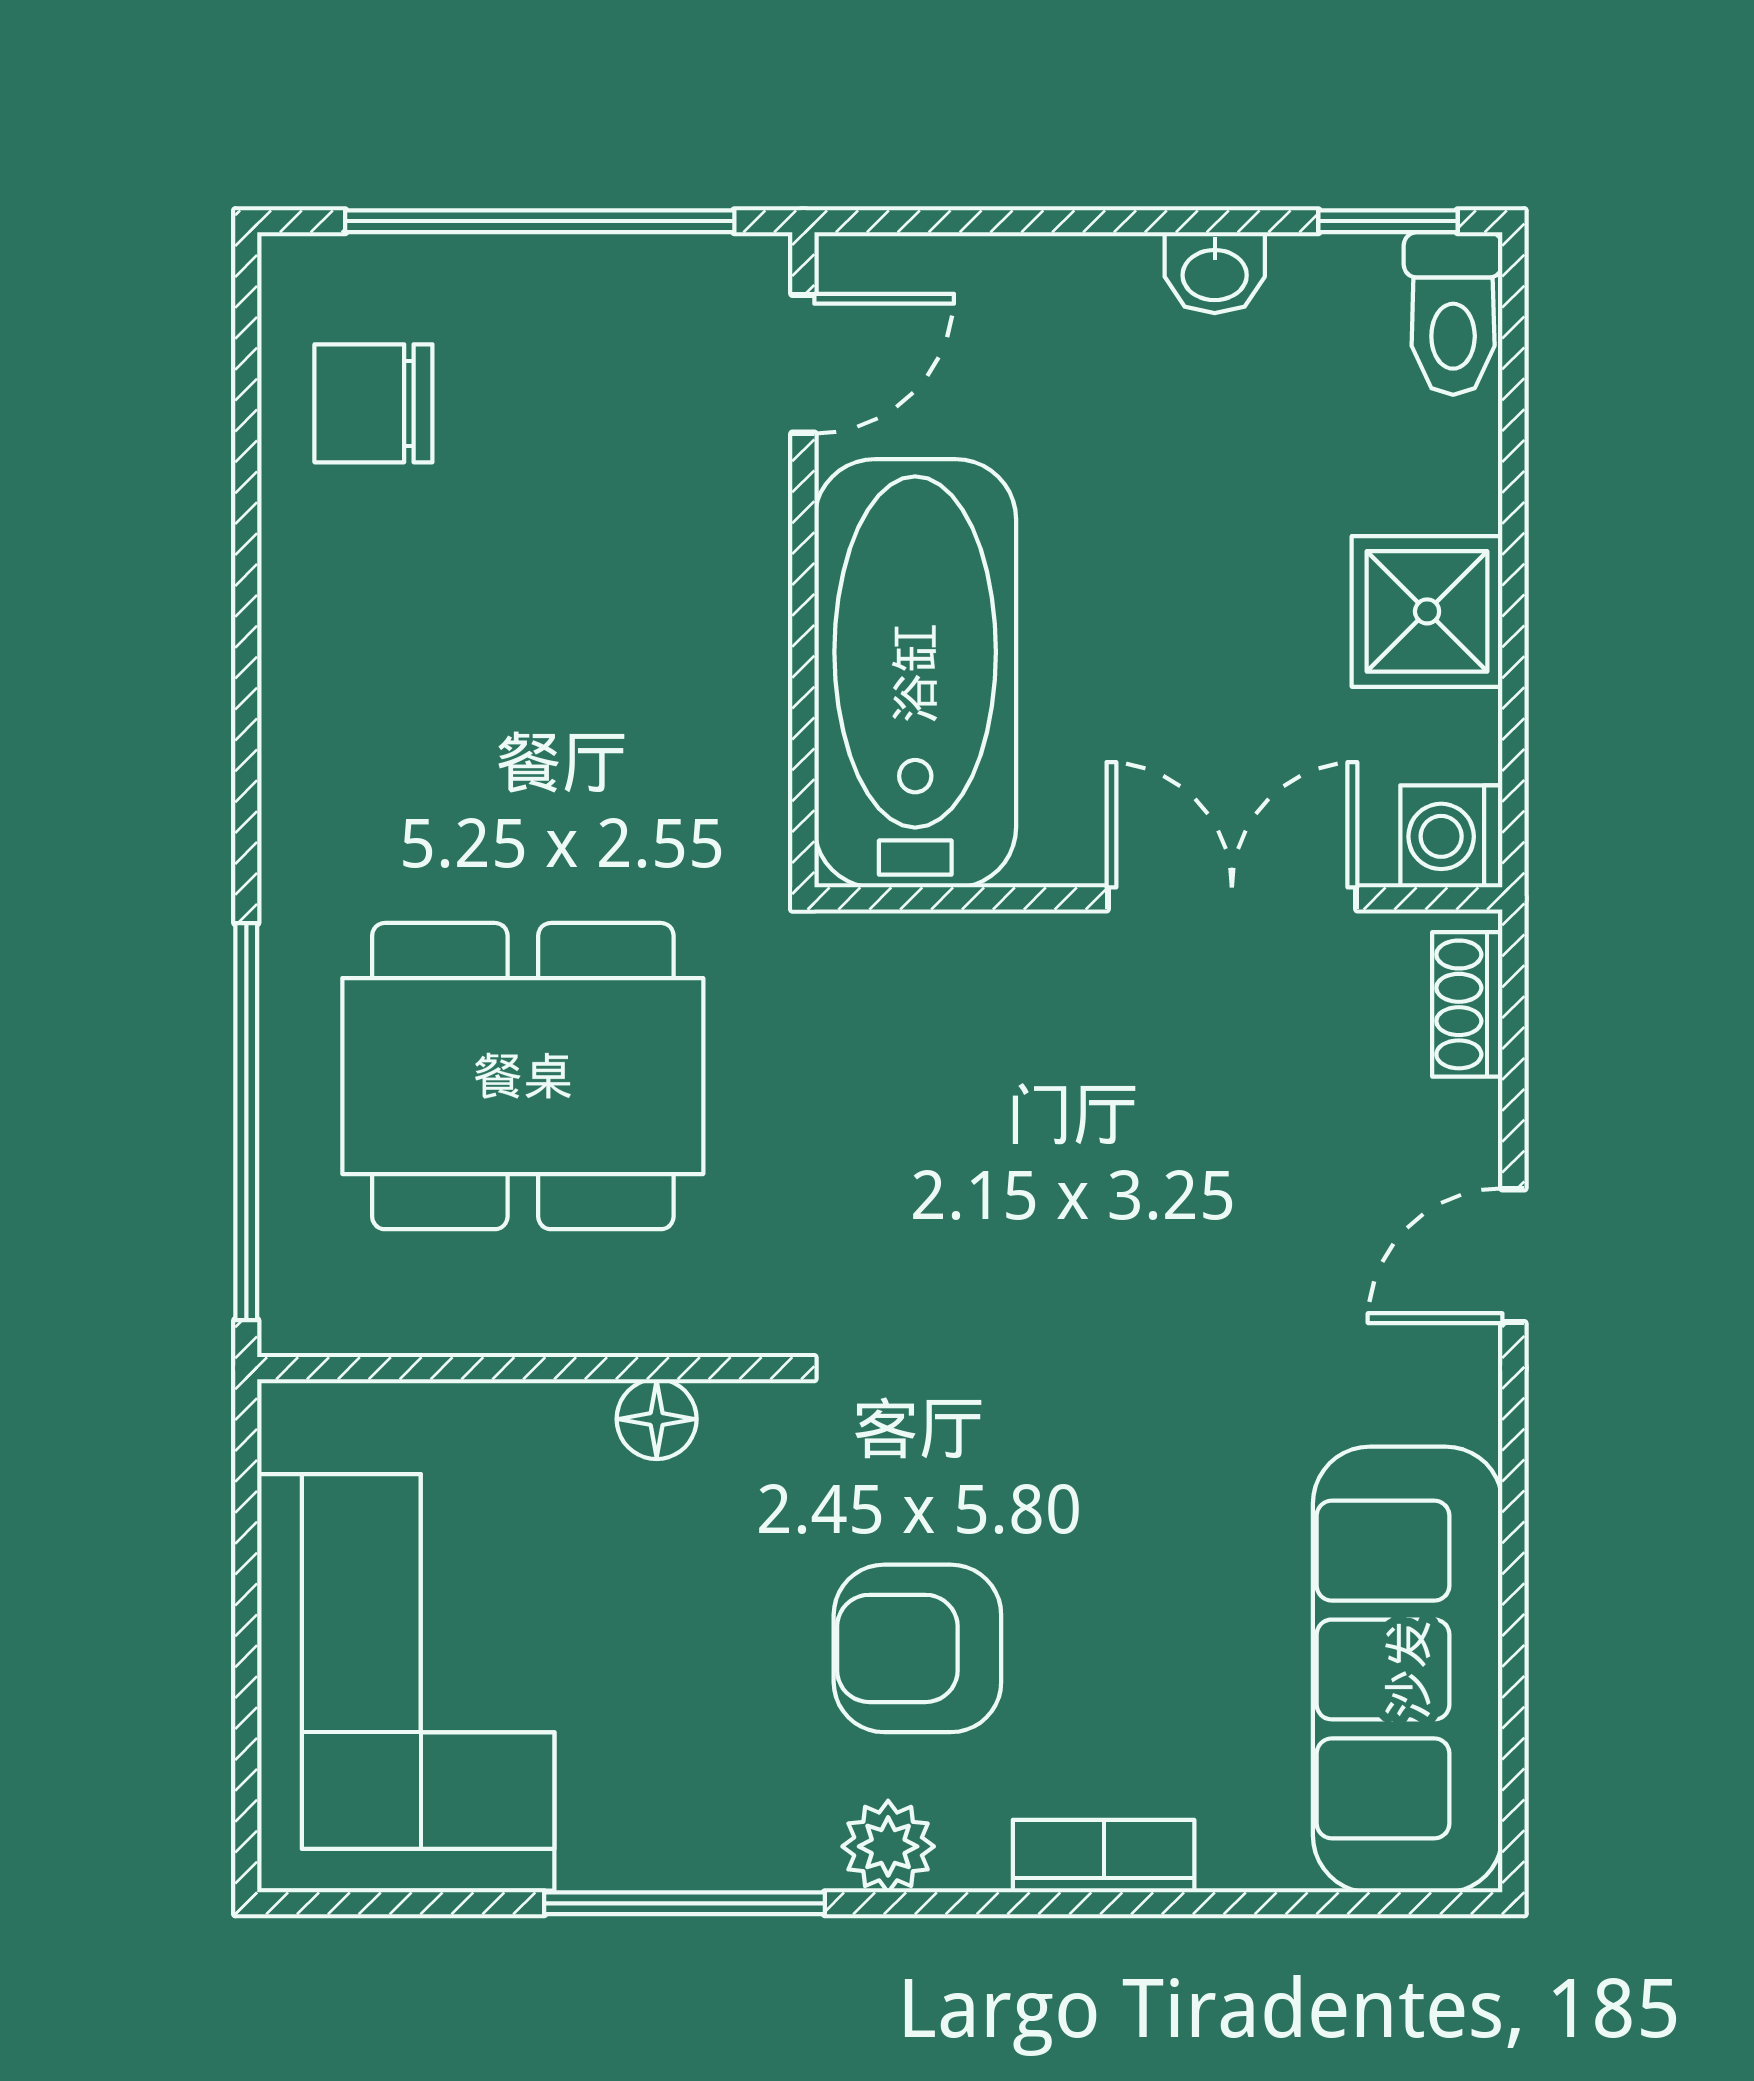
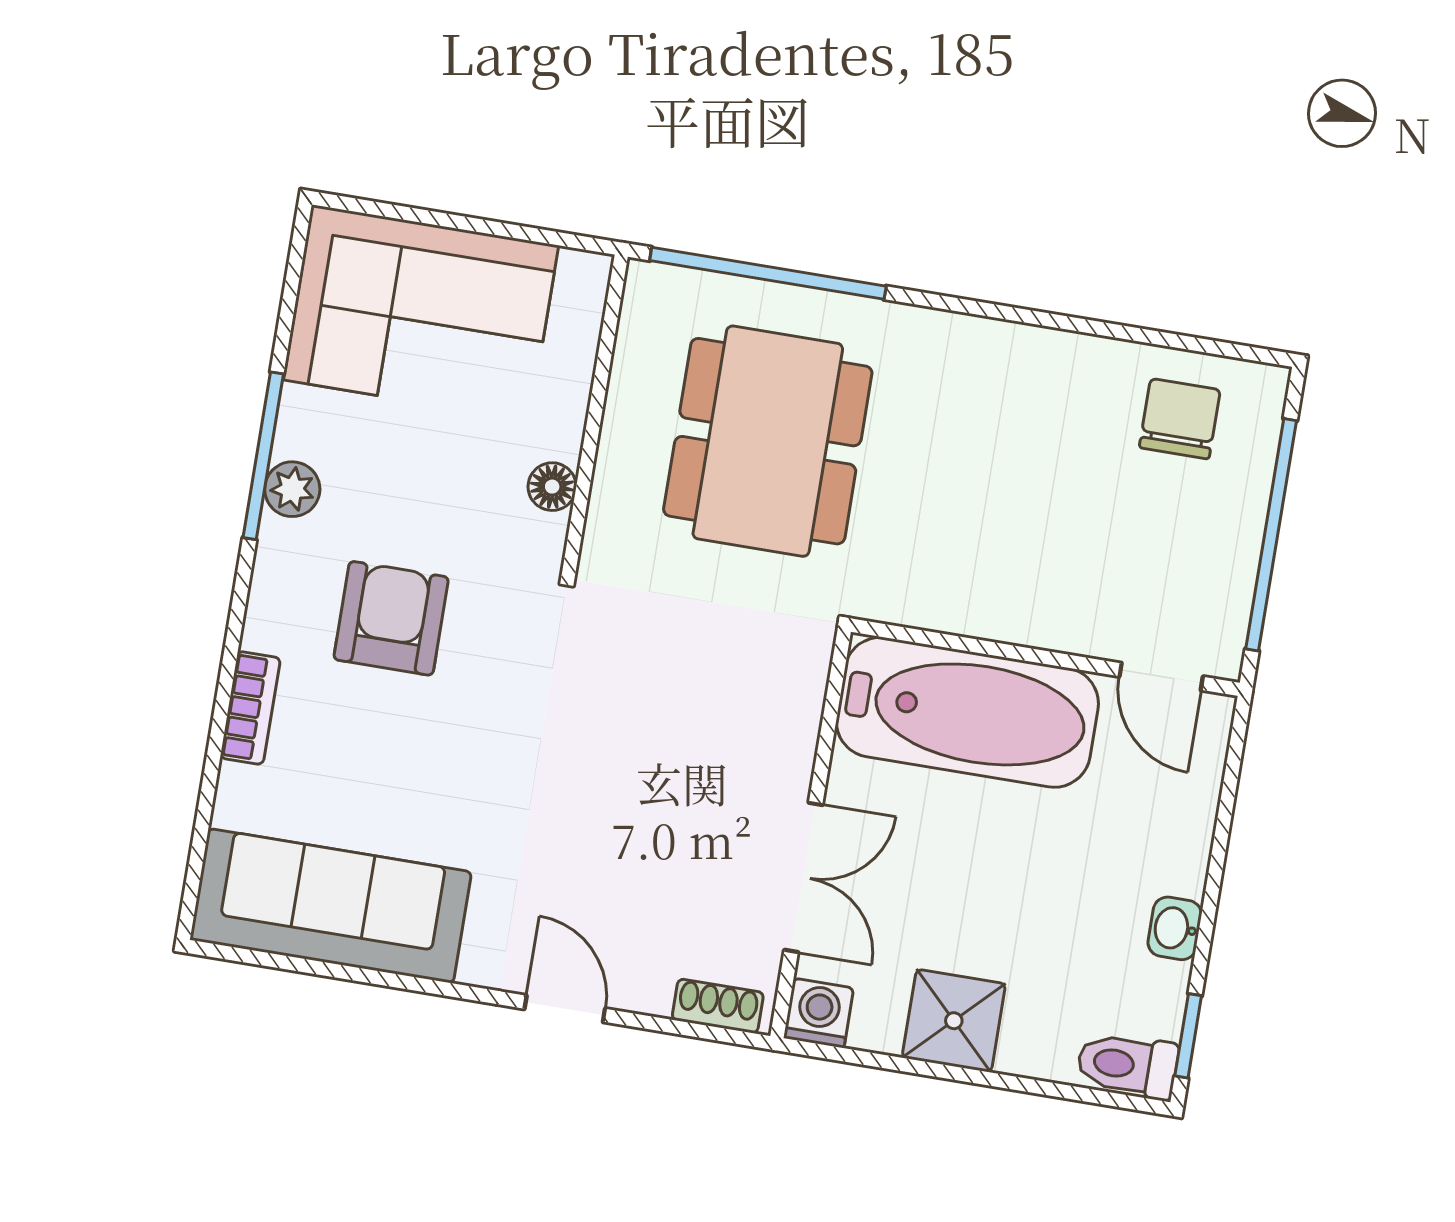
plant: (888, 1846) -> (292, 489), moved

